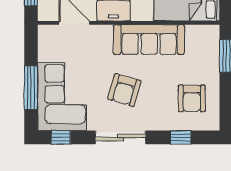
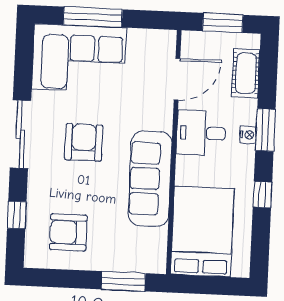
armchair: (124, 90) -> (84, 142), turned 74
window: (61, 137) -> (24, 54), removed

